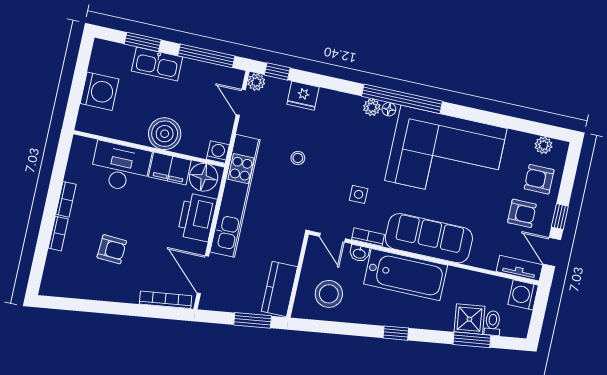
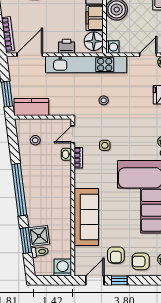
stool: (298, 158) -> (104, 100), moved
armchair: (539, 179) -> (141, 261), turned -90
printer: (197, 217) -> (67, 46), width x0.53, depth x0.68
sofa: (429, 238) -> (86, 217), moved
tv unit: (520, 268) -> (80, 261), removed
bathtub: (406, 275) -> (59, 188), removed
stool: (329, 294) -> (35, 140), width x0.53, depth x0.53
window: (396, 333) -> (19, 190), width x3.17

